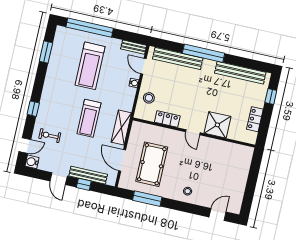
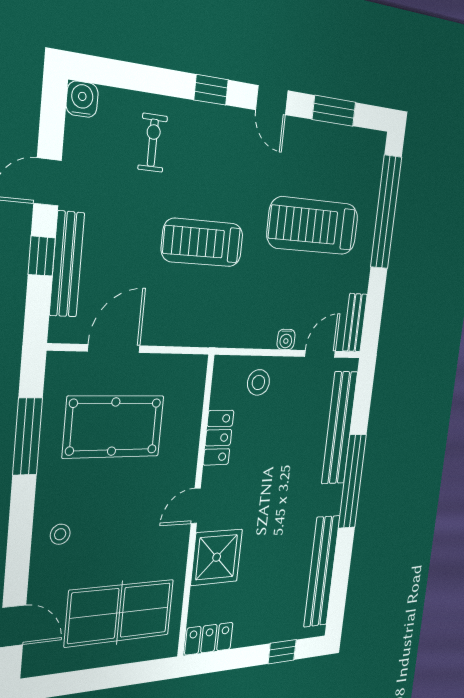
locker: (255, 119) -> (209, 639), moved
shelving: (121, 128) -> (189, 330), removed
door: (25, 145) -> (272, 100), moved
table tennis table: (227, 171) -> (120, 613), added

